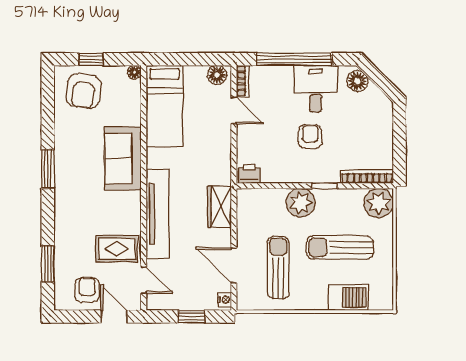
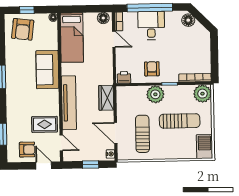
desk: (316, 89) -> (151, 25), moved
armchair: (310, 137) -> (152, 69), moved
sun lounger: (340, 247) -> (180, 121), turned 180
armchair: (87, 290) -> (27, 150), turned 90
barbecue: (348, 297) -> (205, 147), moved, turned -90

